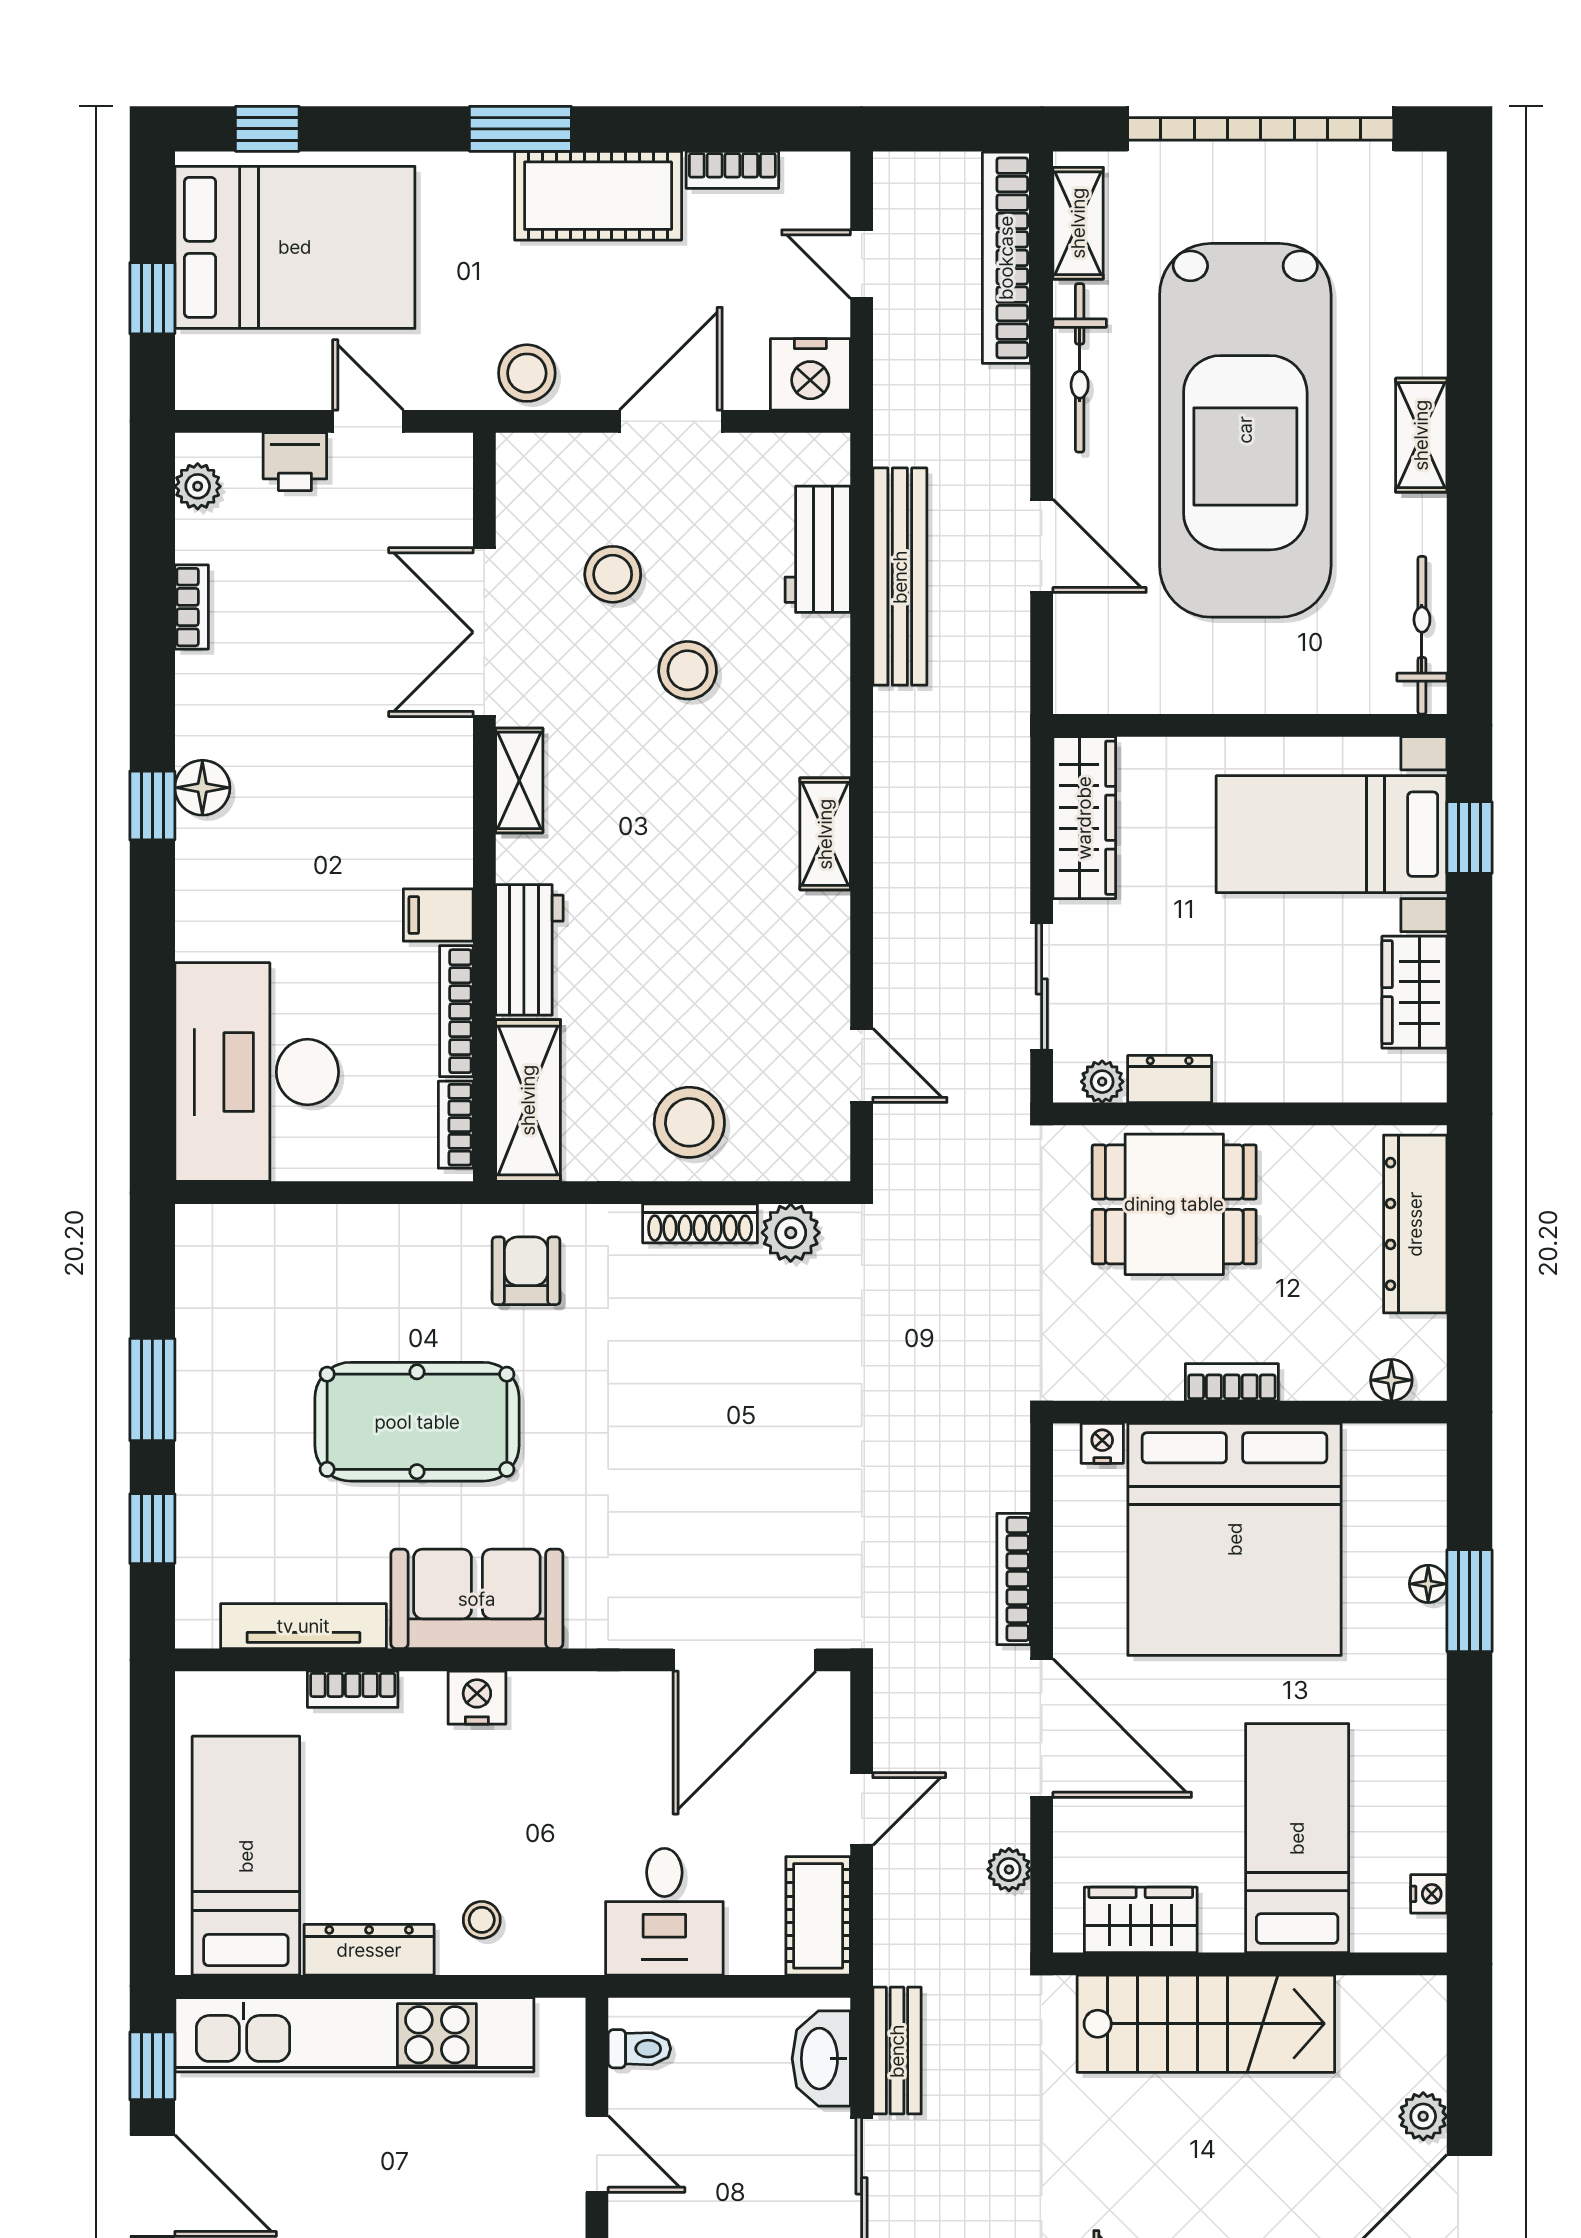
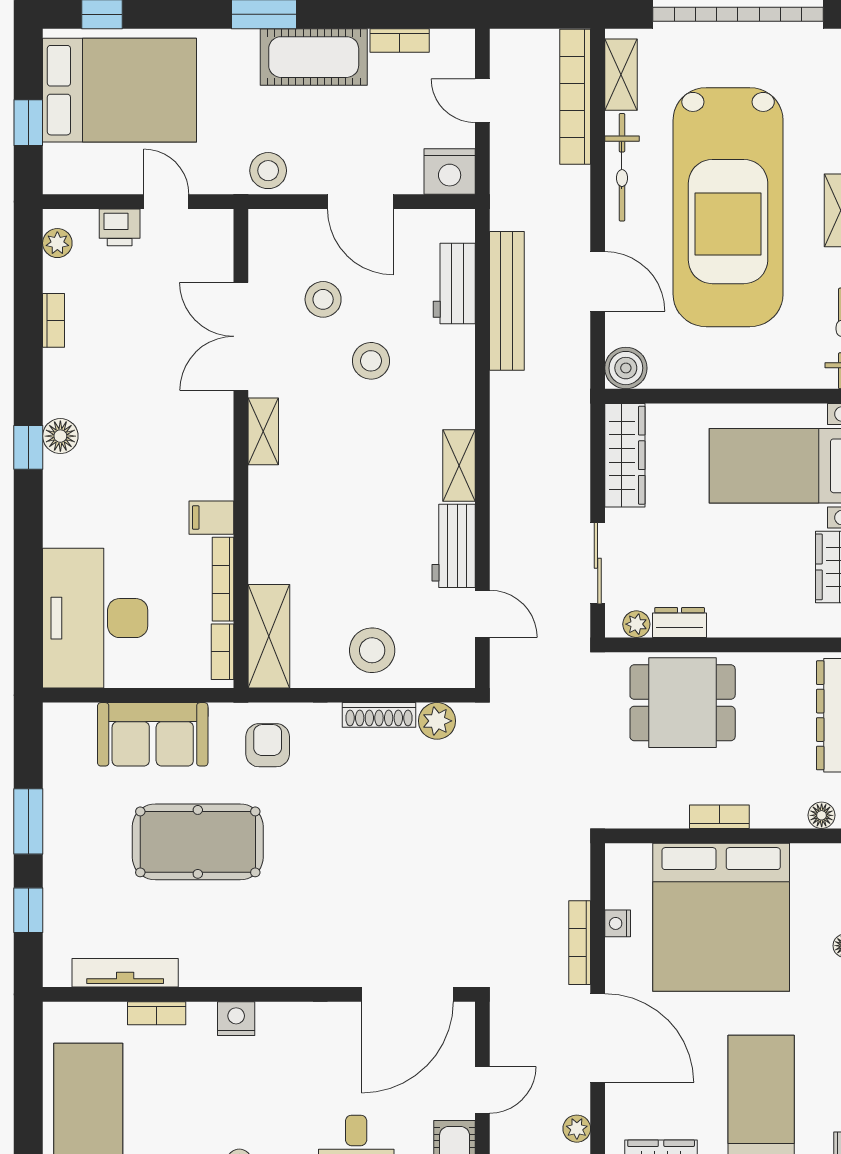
door: (671, 421) -> (360, 202), swing flipped
boiler: (1086, 681) -> (626, 368), added
workbench: (529, 950) -> (454, 546), moved, turned 180
nightstand: (1102, 1443) -> (618, 923), moved, turned -90
sofa: (477, 1599) -> (153, 734), moved, turned 180

